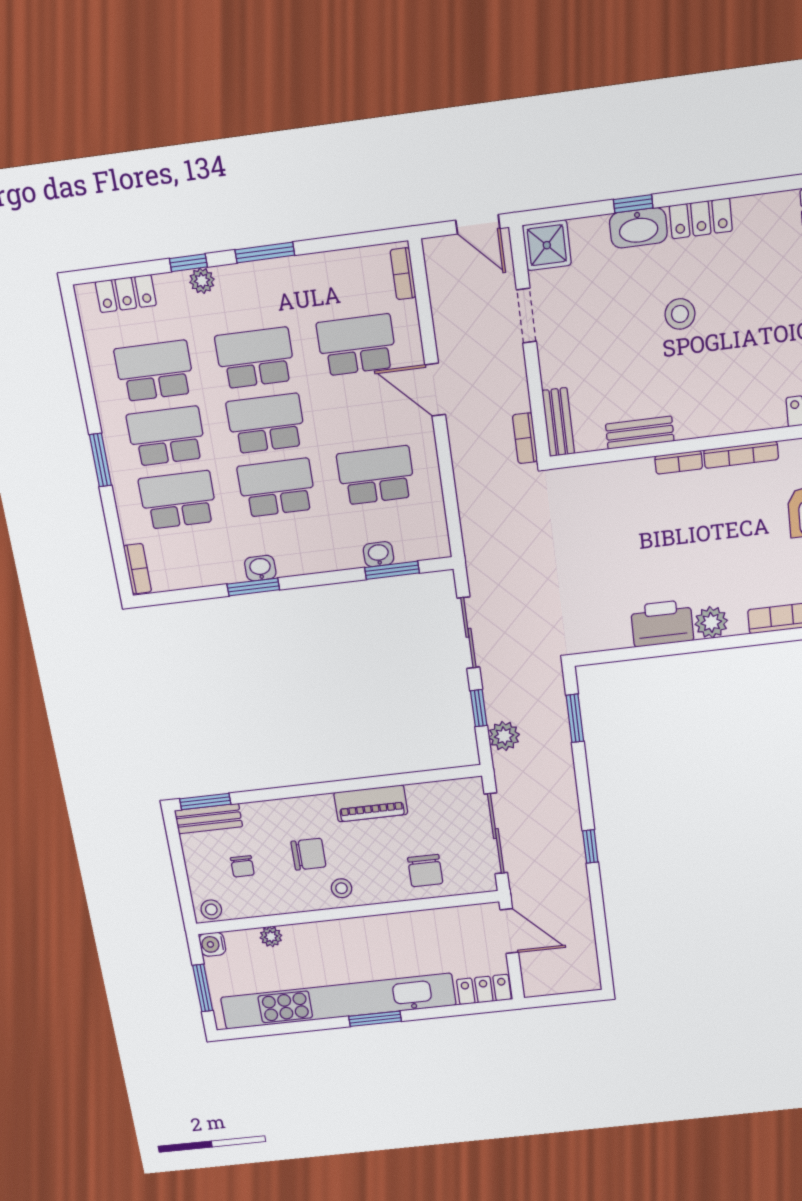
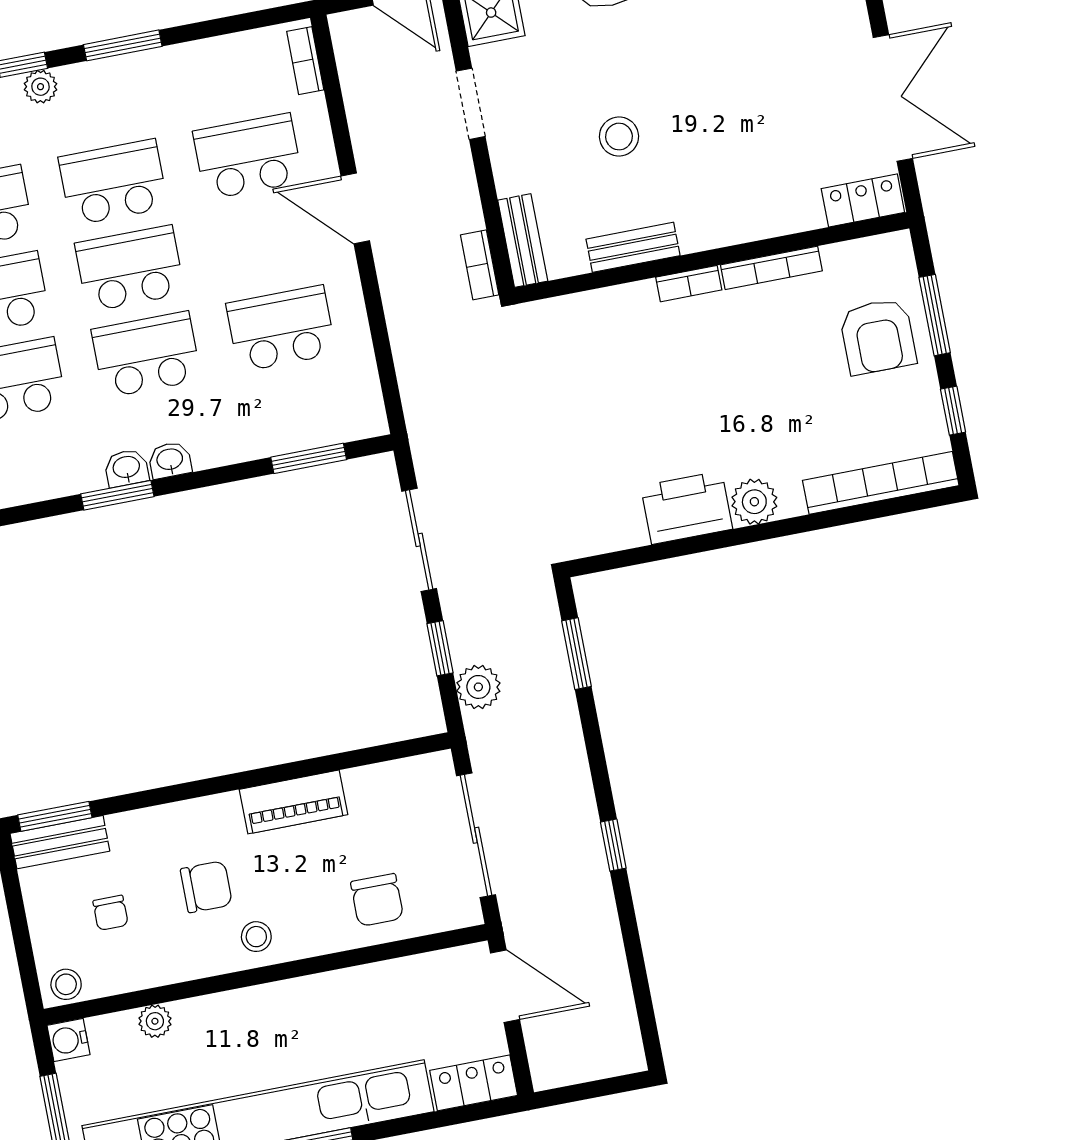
stool: (680, 314) -> (619, 137), moved
washbasin: (378, 554) -> (170, 460), moved

